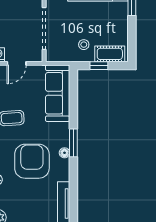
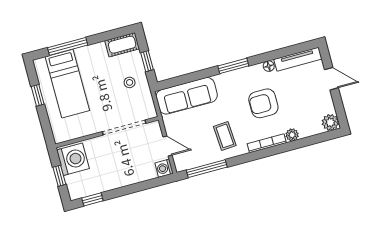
cot: (110, 54) -> (122, 45), moved, turned 90
floor lamp: (64, 153) -> (269, 66), moved
armchair: (32, 161) -> (263, 103), width x0.73, depth x0.73

